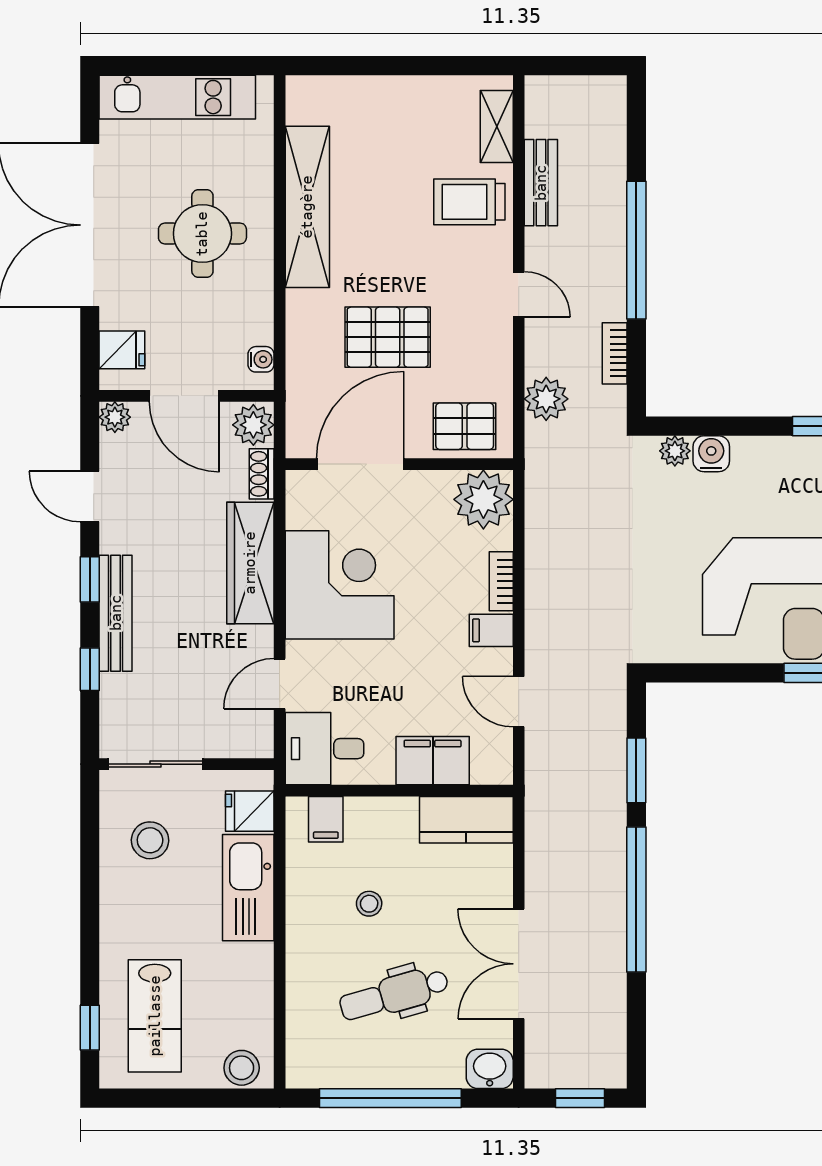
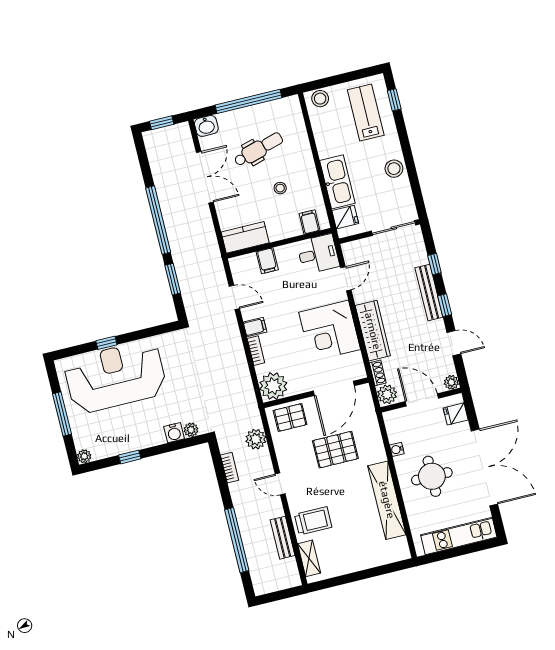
window: (636, 250) -> (237, 540), moved
water cooler: (261, 359) -> (397, 449), moved
filing cabinet: (433, 761) -> (267, 261), width x0.50
stool: (150, 840) -> (394, 169), moved

